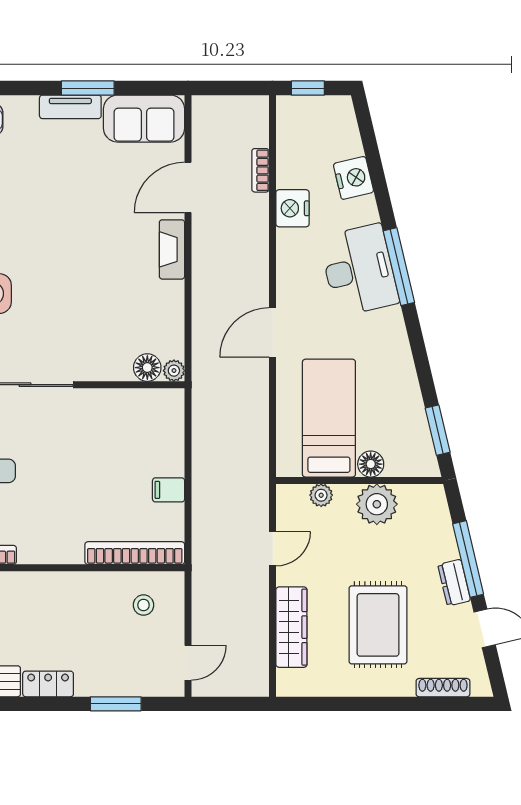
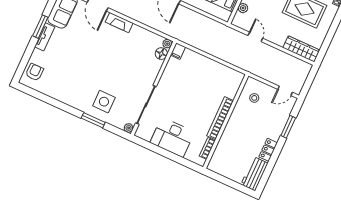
filing cabinet: (169, 490) -> (178, 51), moved
bookcase: (135, 553) -> (220, 118), moved
wardrobe: (291, 627) -> (301, 49), moved
door: (188, 663) -> (285, 91), swing flipped

